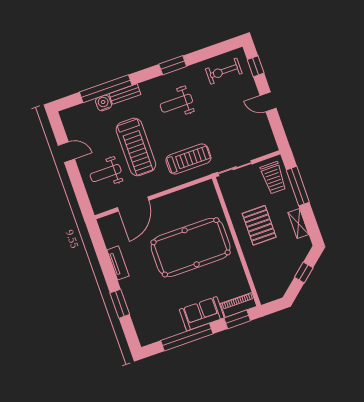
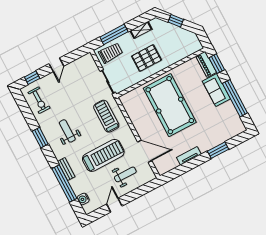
water cooler: (103, 103) -> (83, 199), moved
weight bench: (176, 103) -> (67, 131), turned 180
weight bench: (106, 173) -> (125, 174), turned -90

